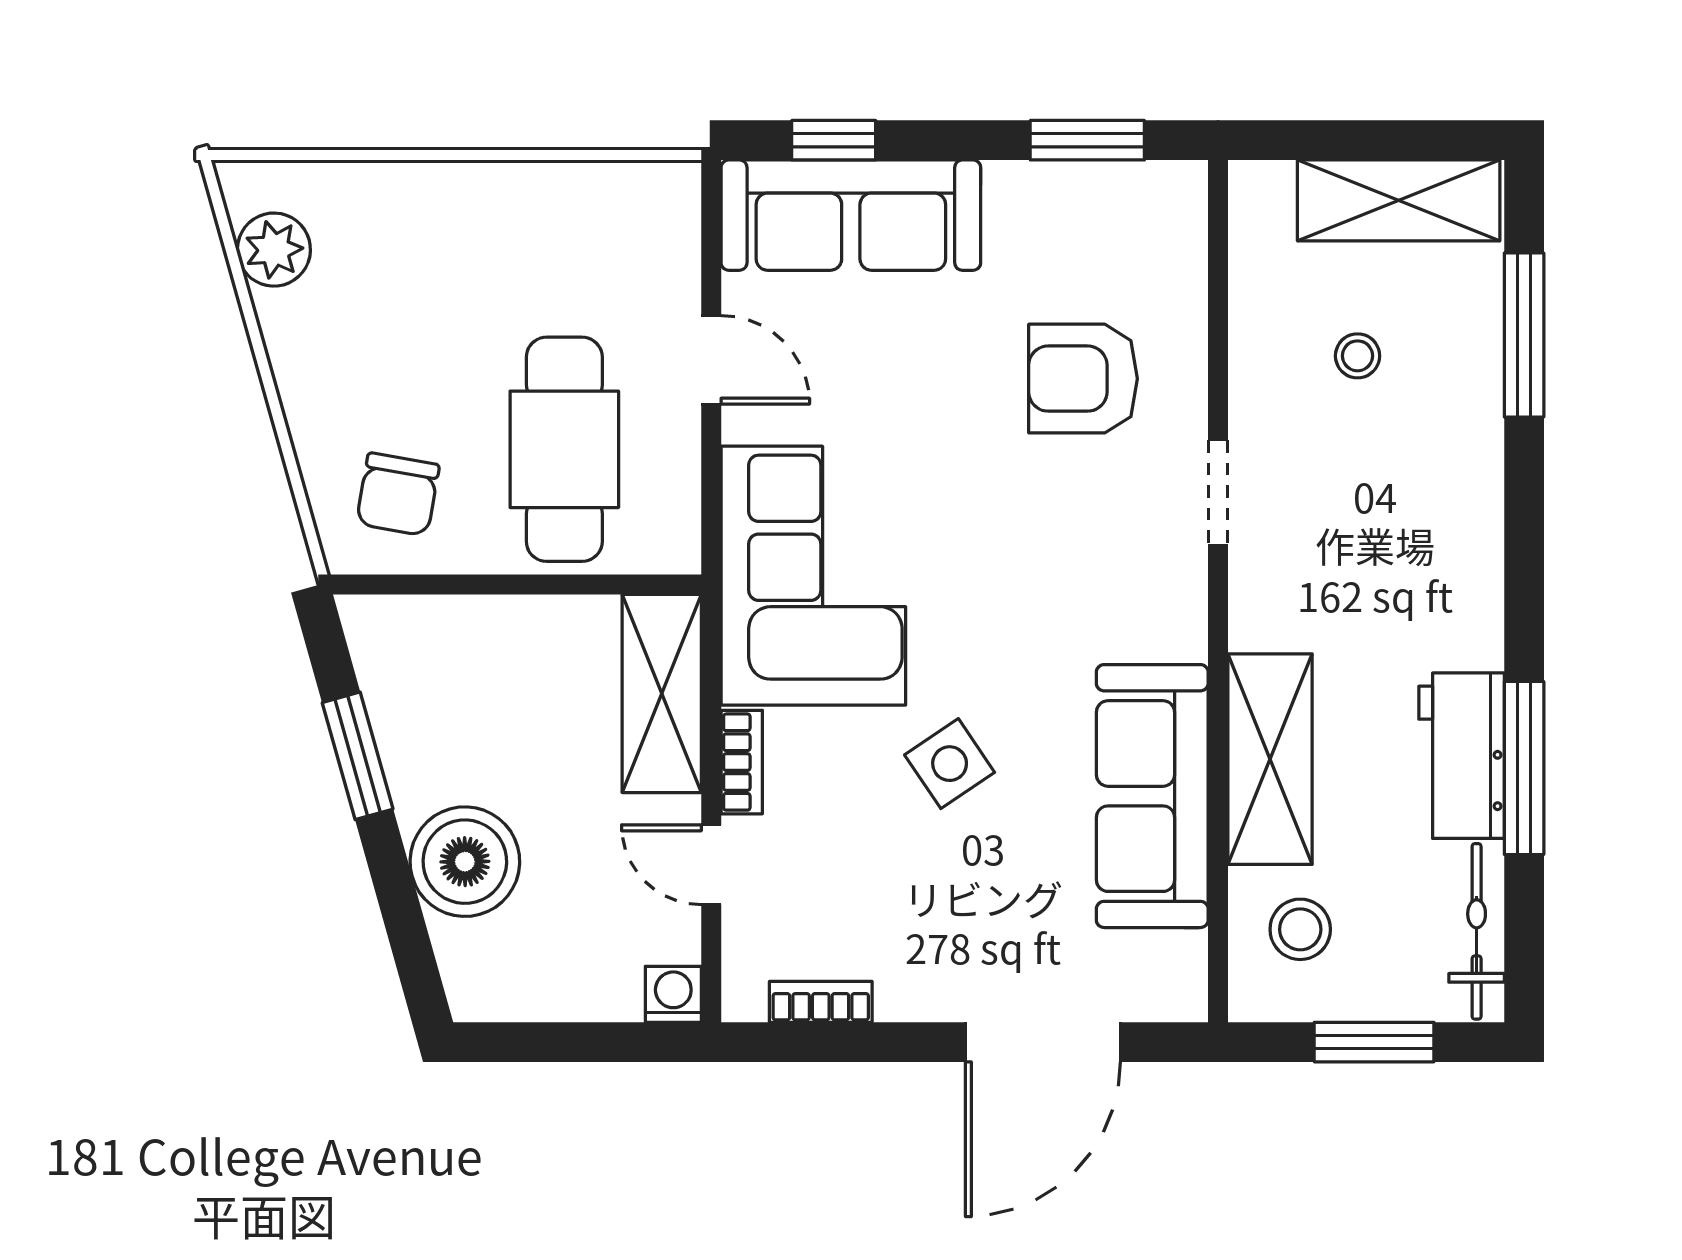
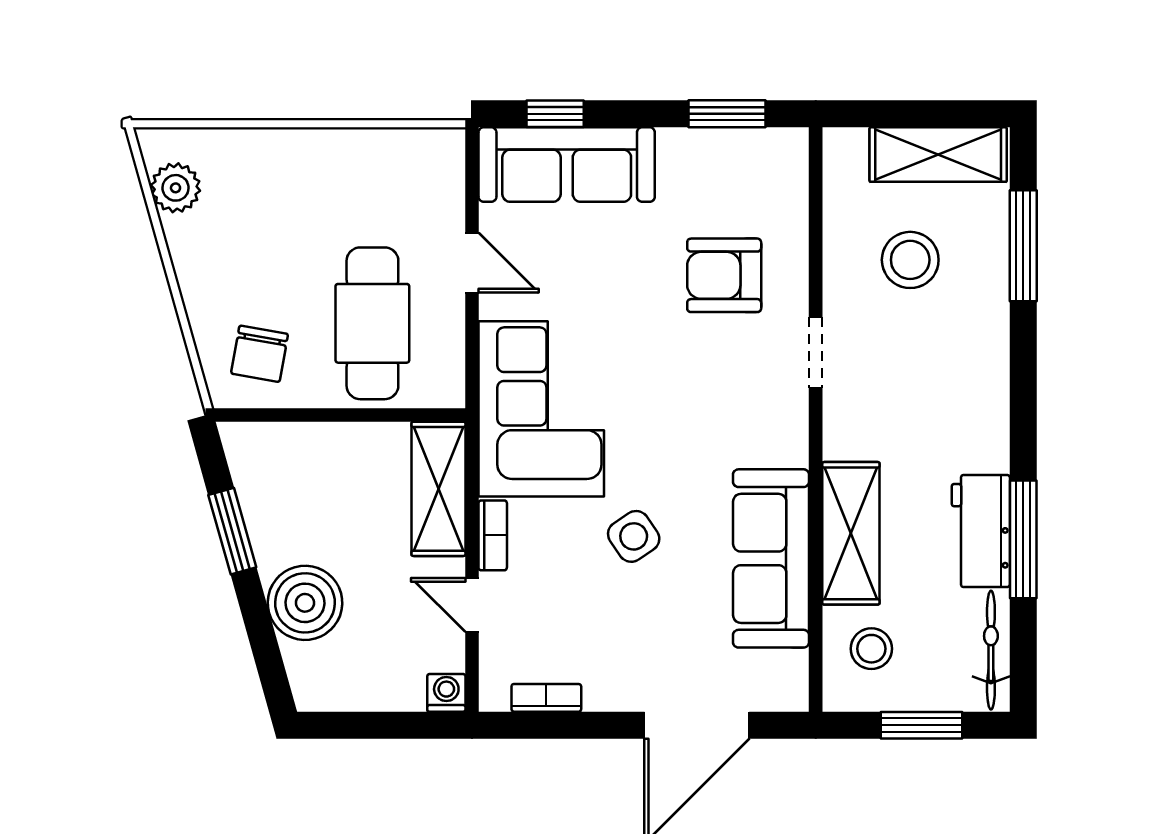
stool: (1358, 356) -> (910, 260), width x1.89, depth x1.89

